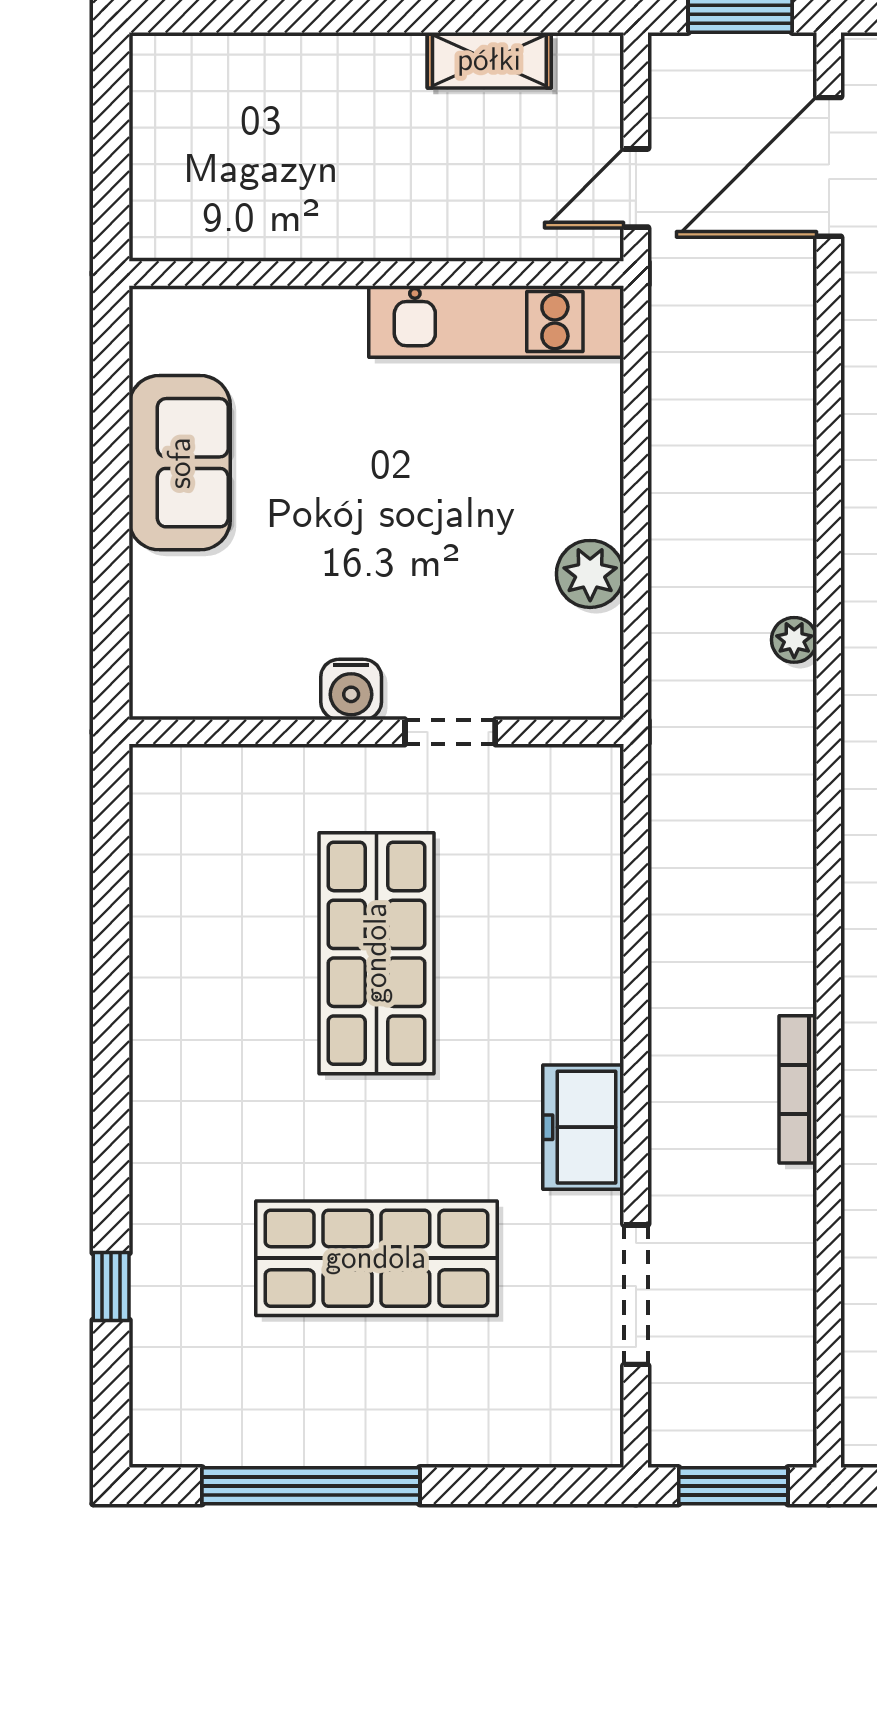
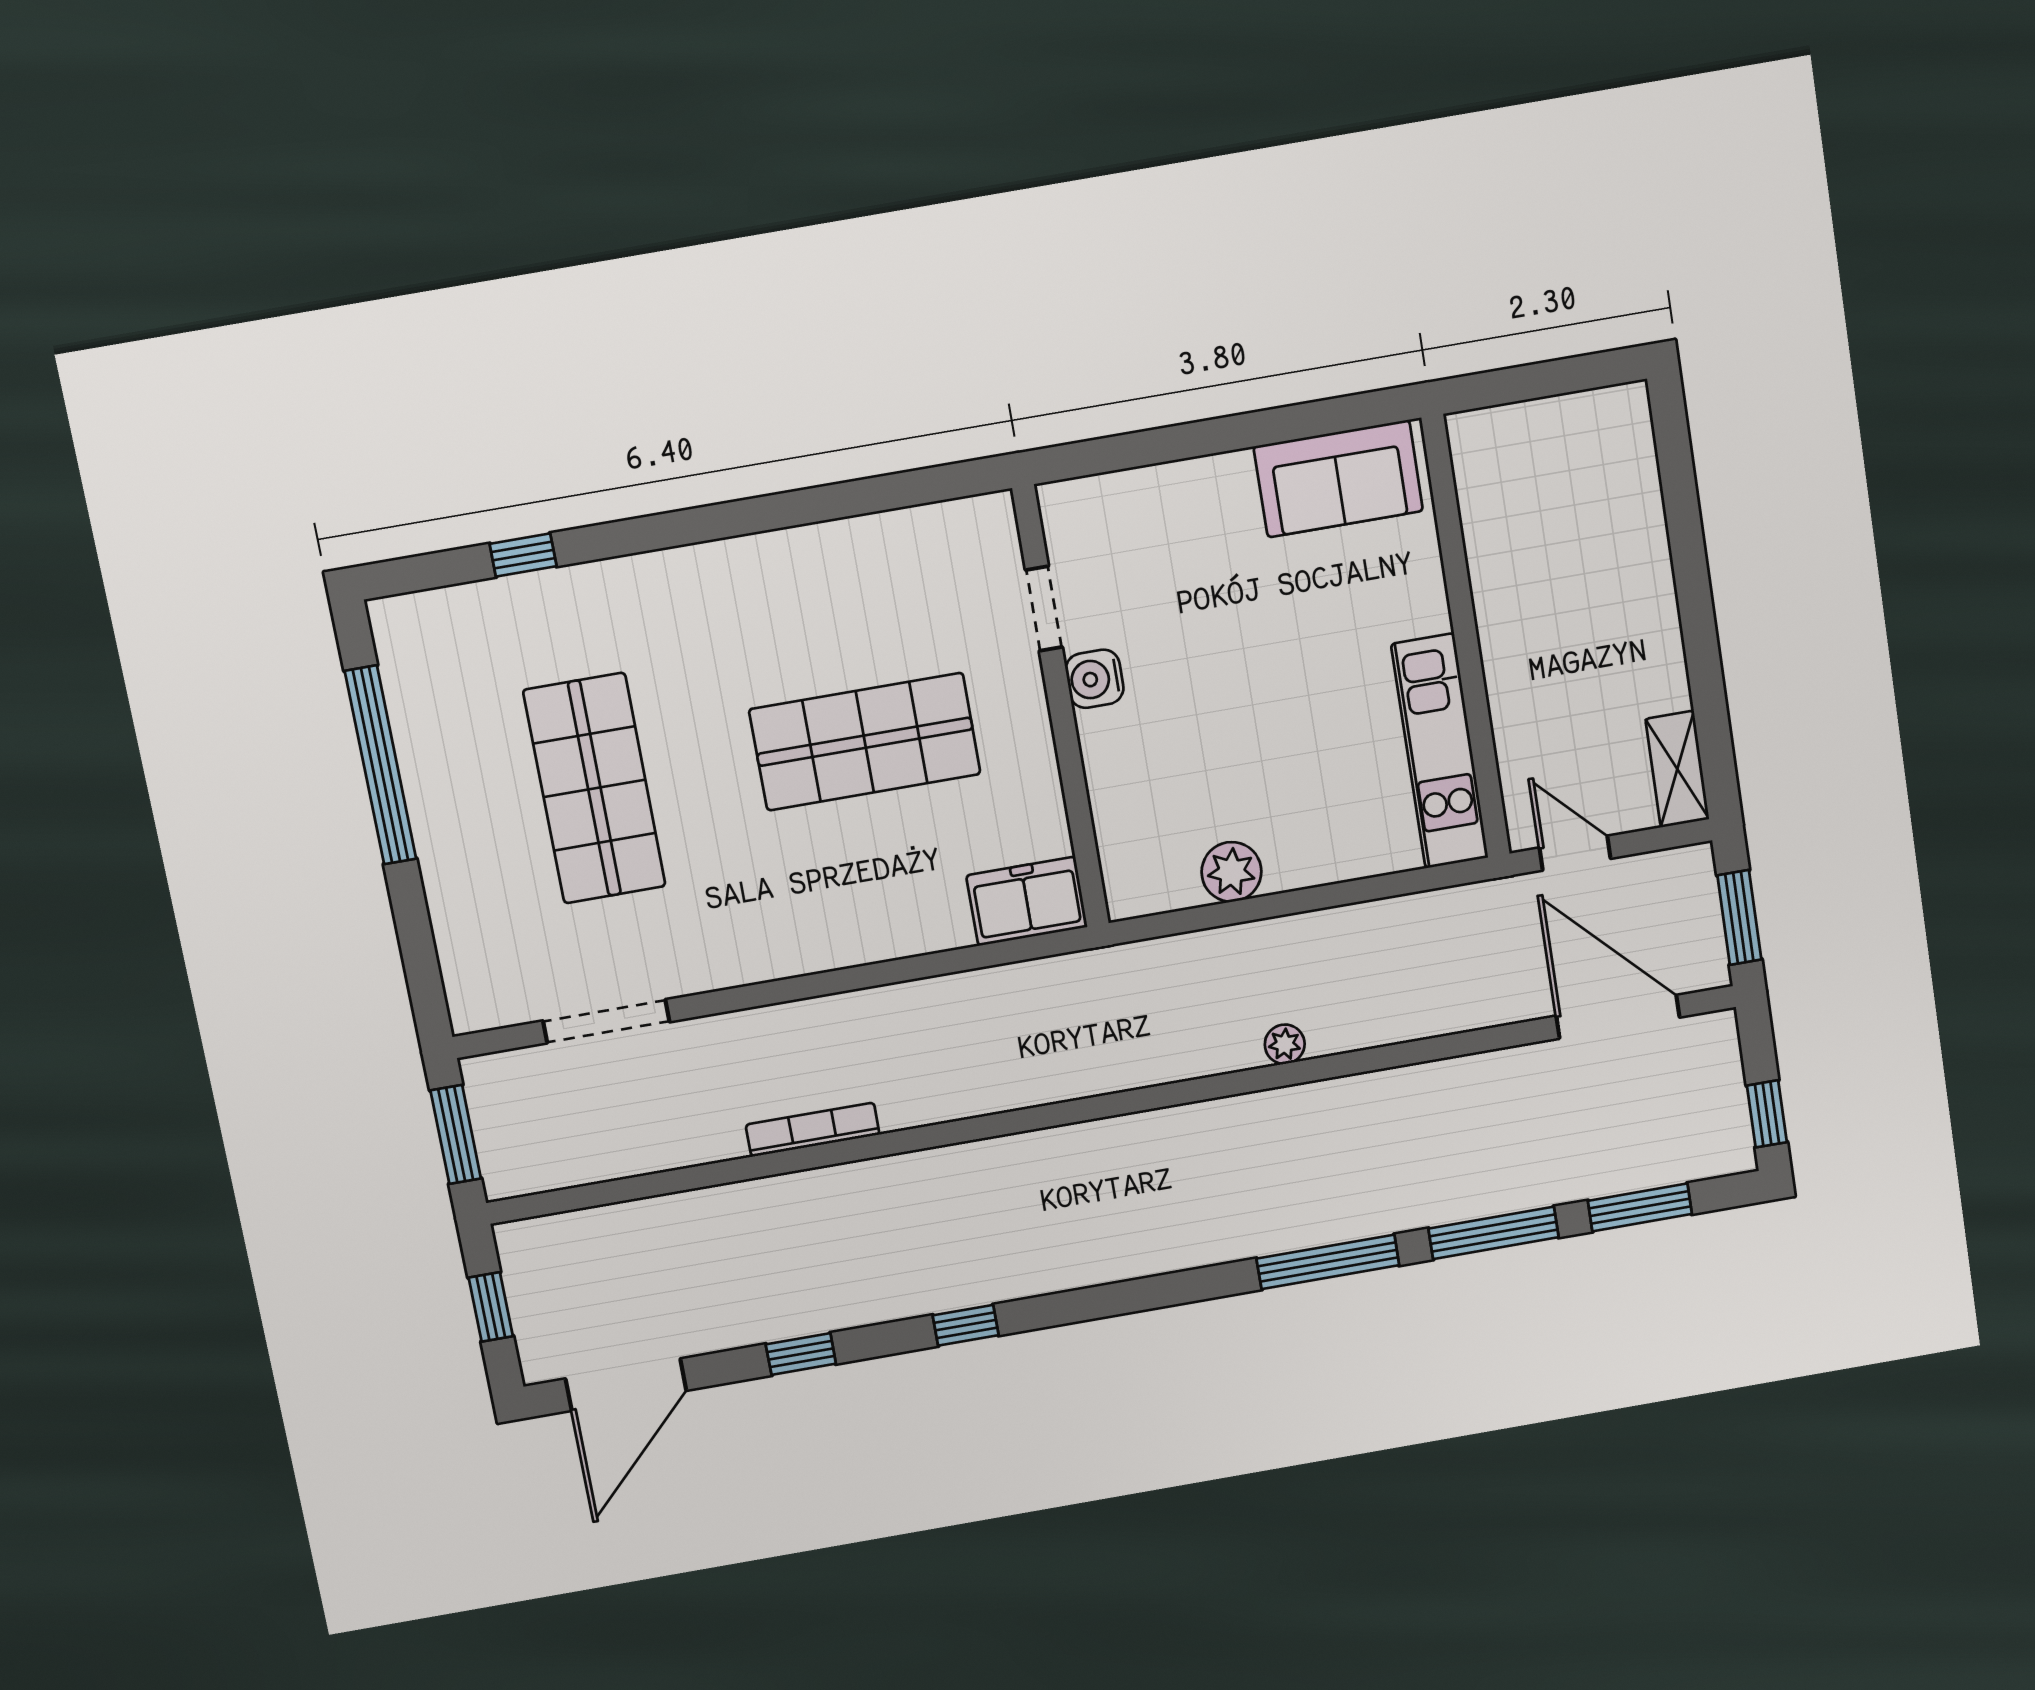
shelving: (489, 60) -> (1677, 769), moved
sofa: (180, 463) -> (1338, 479), moved
plant: (794, 640) -> (1285, 1044), moved
doorway: (450, 732) -> (1044, 609), moved
freezer: (583, 1127) -> (1027, 901), moved

